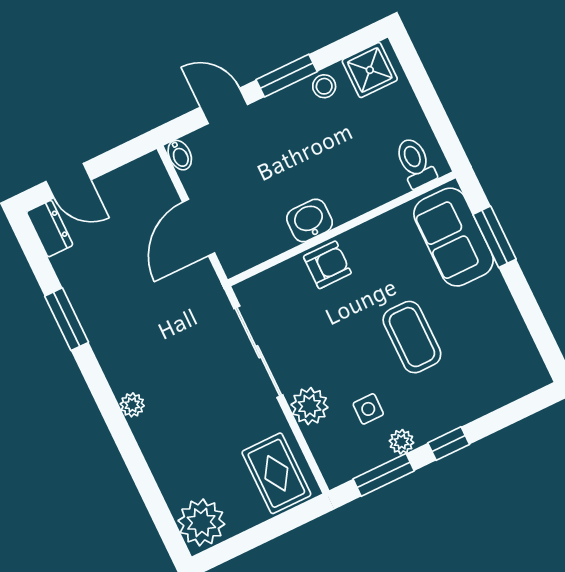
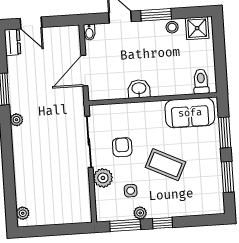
sofa: (454, 237) -> (190, 113), moved, turned -90
armchair: (327, 265) -> (122, 147), moved, turned -90
window: (532, 314) -> (228, 177), added
coffee table: (412, 337) -> (166, 165), turned -64
plant: (132, 405) -> (17, 120), moved
rug: (276, 473) -> (74, 204), removed
plant: (201, 522) -> (23, 213), width x0.53, depth x0.53

